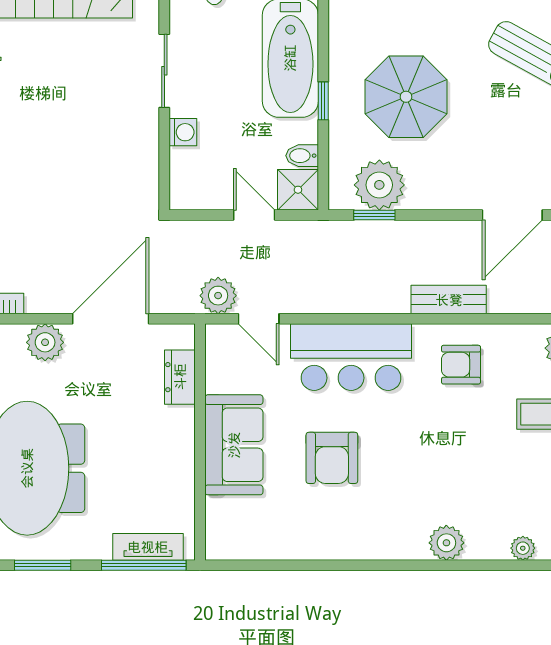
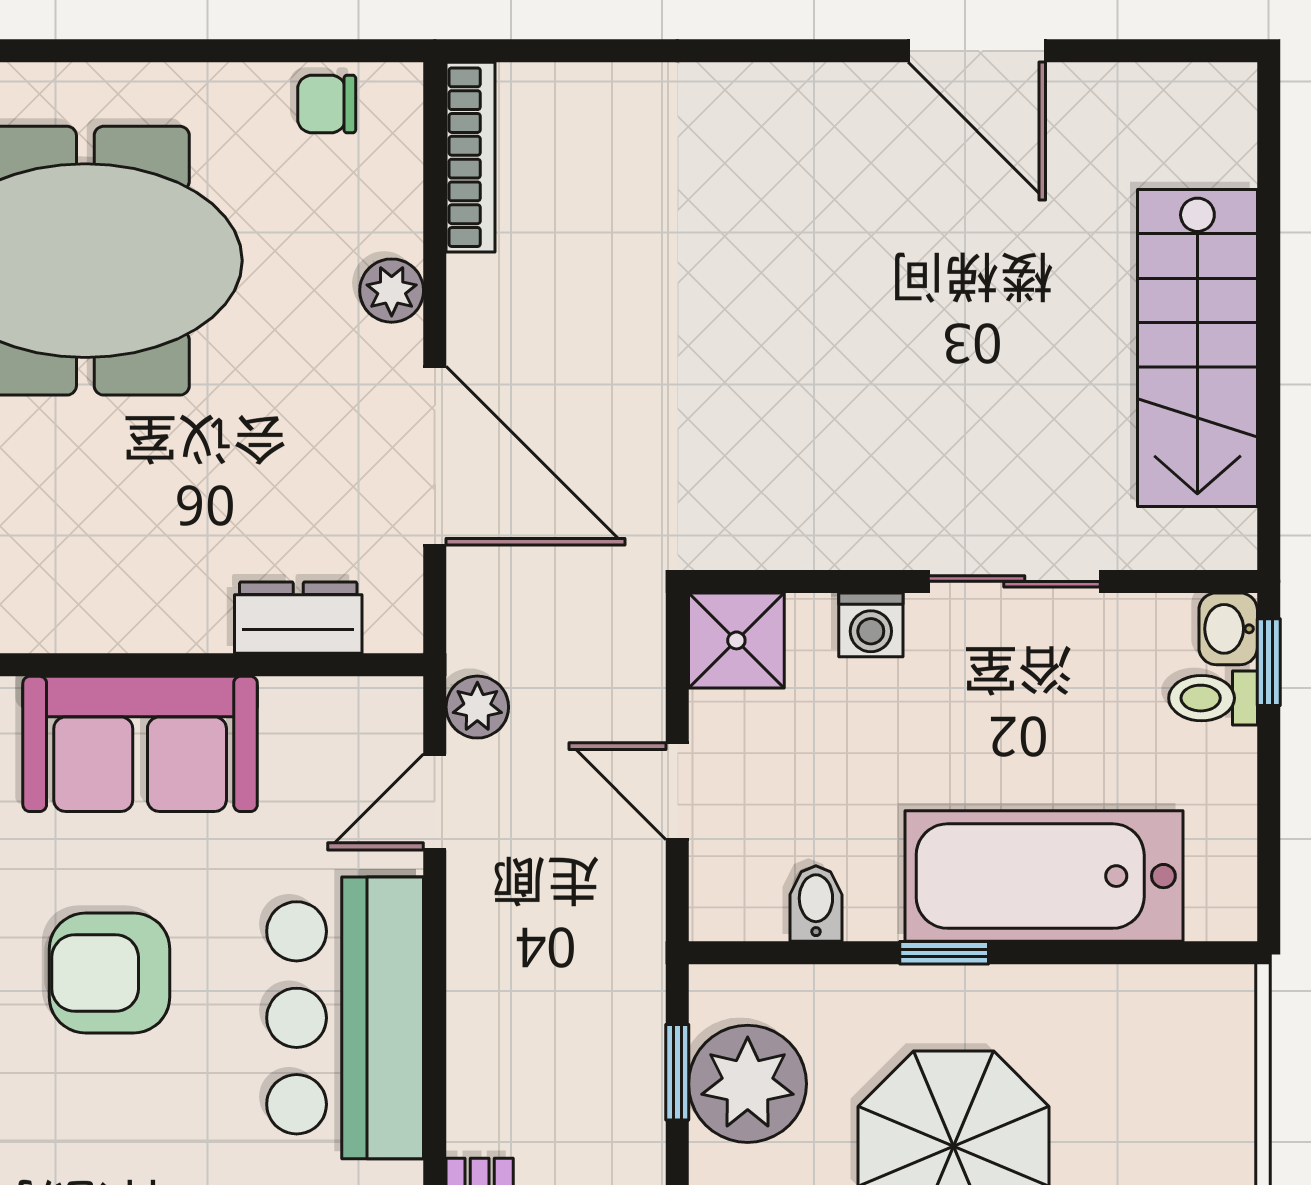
shower: (298, 190) -> (736, 640), moved
door: (254, 215) -> (677, 791), swing flipped
plant: (218, 296) -> (477, 707), width x0.73, depth x0.73
plant: (45, 342) -> (392, 291), width x0.73, depth x0.73

